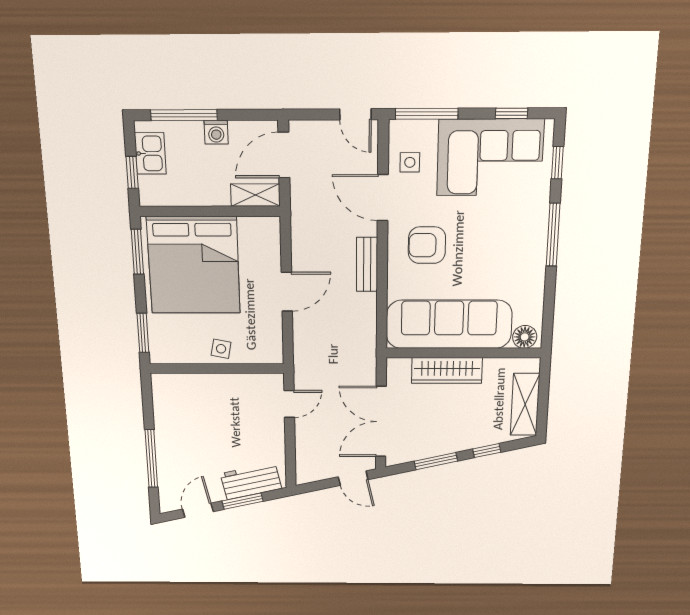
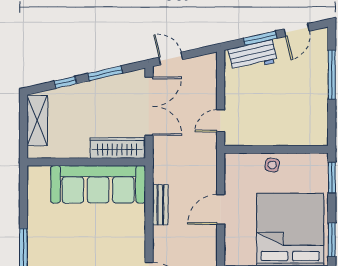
armchair: (427, 245) -> (116, 244), removed
bench: (367, 265) -> (160, 205), moved
floor lamp: (525, 337) -> (40, 174), removed
wardrobe: (447, 370) -> (117, 148), moved

